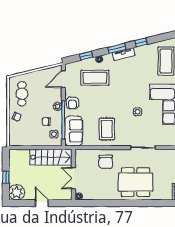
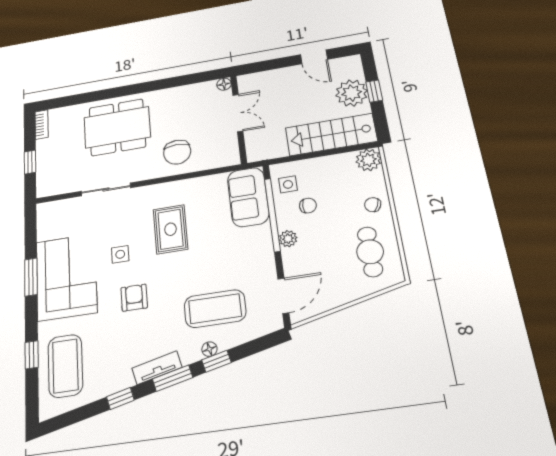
window: (86, 56) -> (216, 361), moved
armchair: (72, 103) -> (134, 298), moved
rug: (107, 129) -> (170, 229), moved
plant: (15, 140) -> (368, 160), added
stairs: (51, 157) -> (331, 134), moved
chair: (106, 162) -> (177, 152), turned 180
plant: (17, 192) -> (352, 93), moved
door: (42, 203) -> (314, 57), moved

